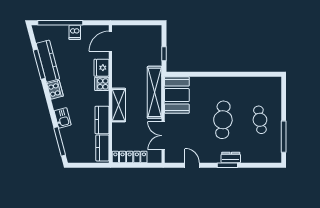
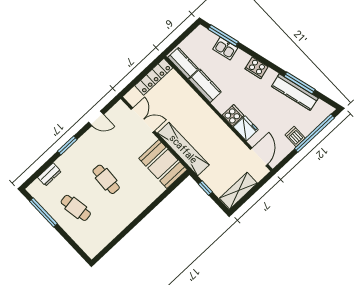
cooker: (55, 90) -> (257, 68), moved
shelving: (119, 105) -> (238, 191), moved, turned 90
kitchen sink: (63, 118) -> (225, 49), moved
cafe table: (223, 120) -> (106, 179), width x0.73, depth x0.74
dresser: (231, 158) -> (49, 174), moved

